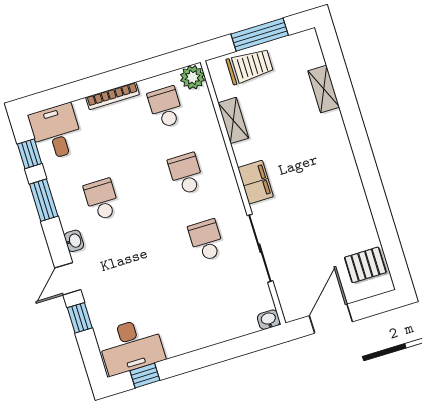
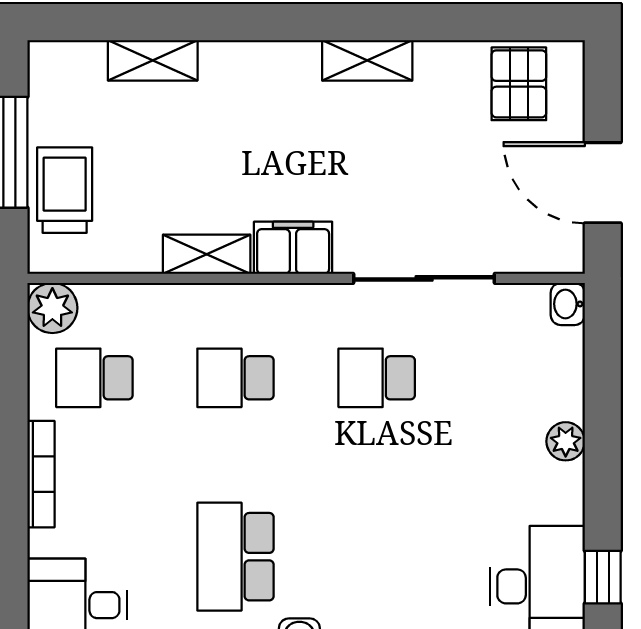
shelving: (233, 120) -> (207, 254), moved
shelving: (355, 190) -> (367, 60), added
school desk: (102, 199) -> (235, 557), width x1.85
plant: (204, 338) -> (566, 441), added

